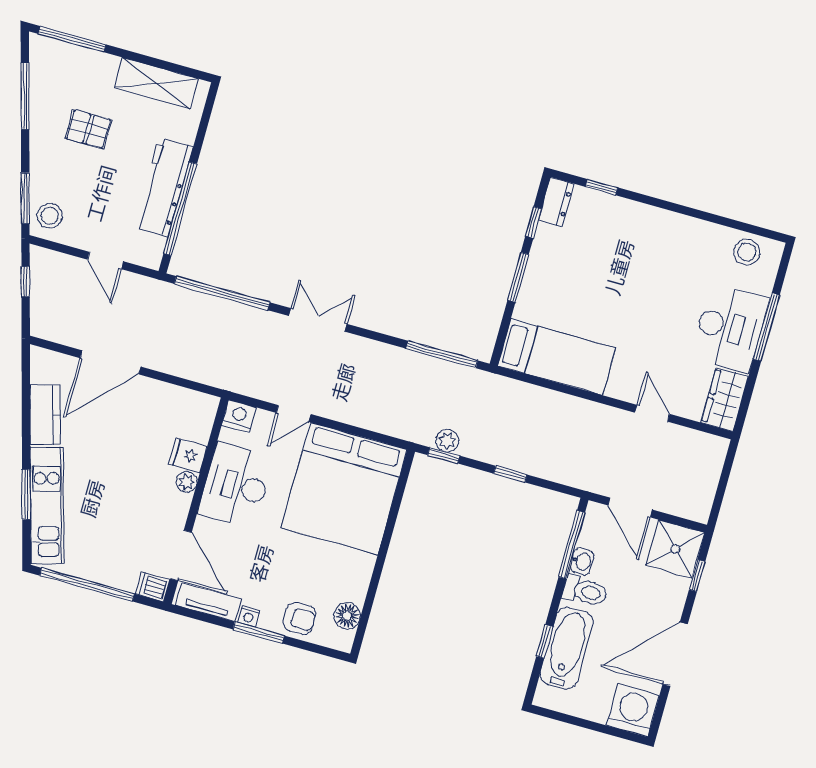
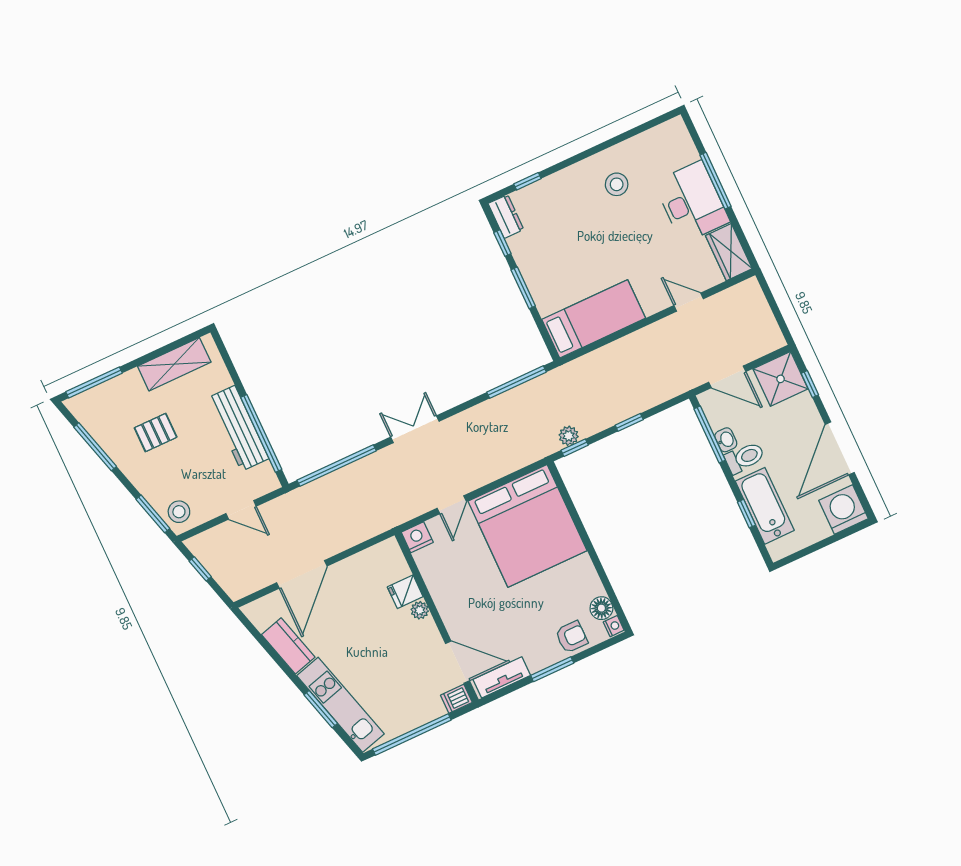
stool: (747, 252) -> (617, 184), moved
desk: (236, 485) -> (454, 585), removed
nightstand: (249, 616) -> (614, 626), moved, turned -90

